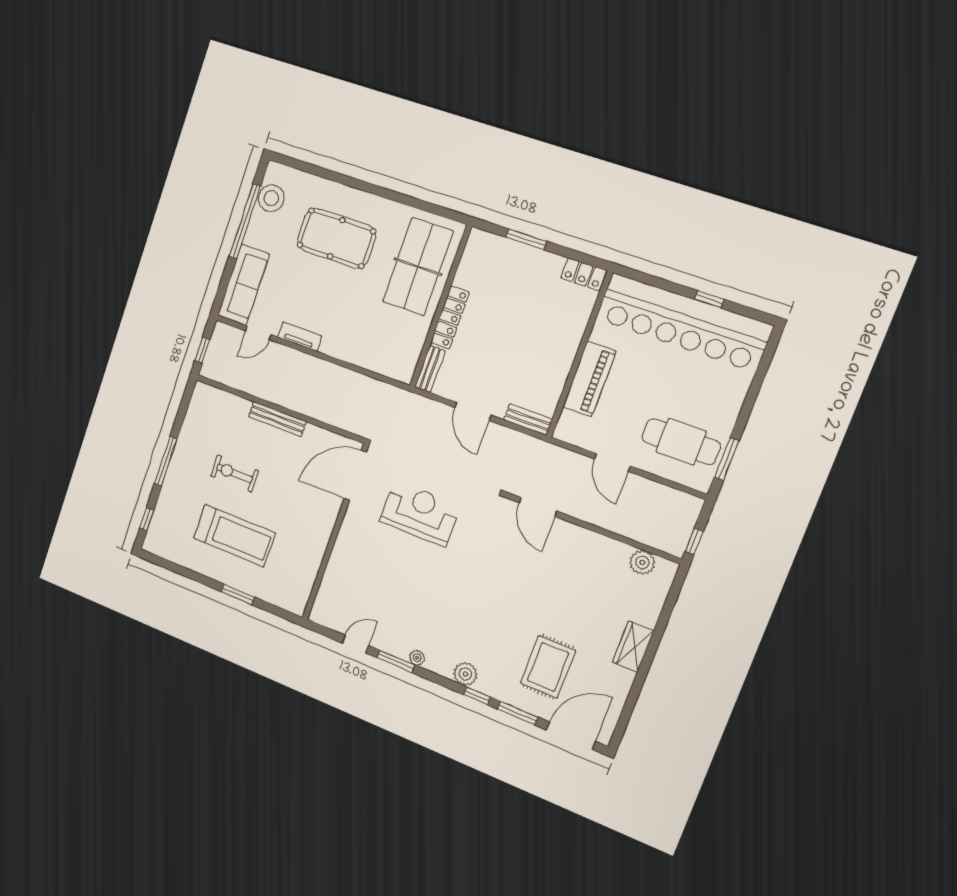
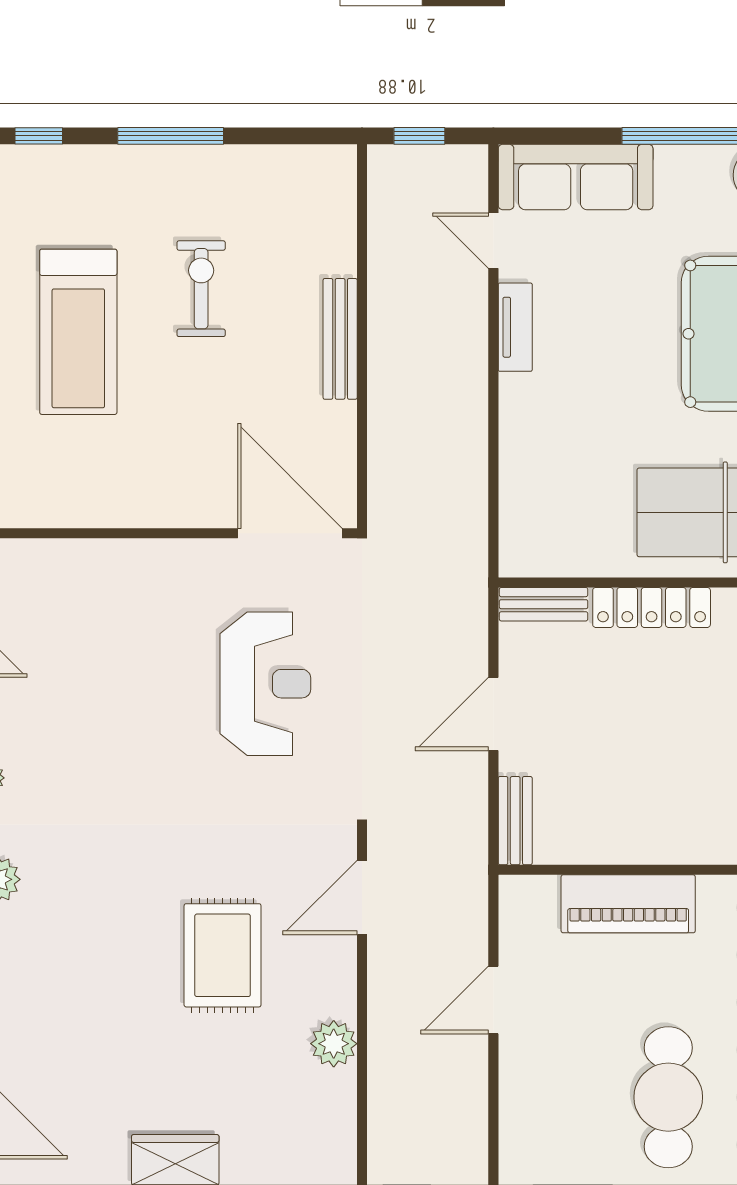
cafe table: (681, 442) -> (668, 1097), moved
plant: (642, 562) -> (334, 1044), moved
rug: (548, 667) -> (223, 955), moved, turned 90

